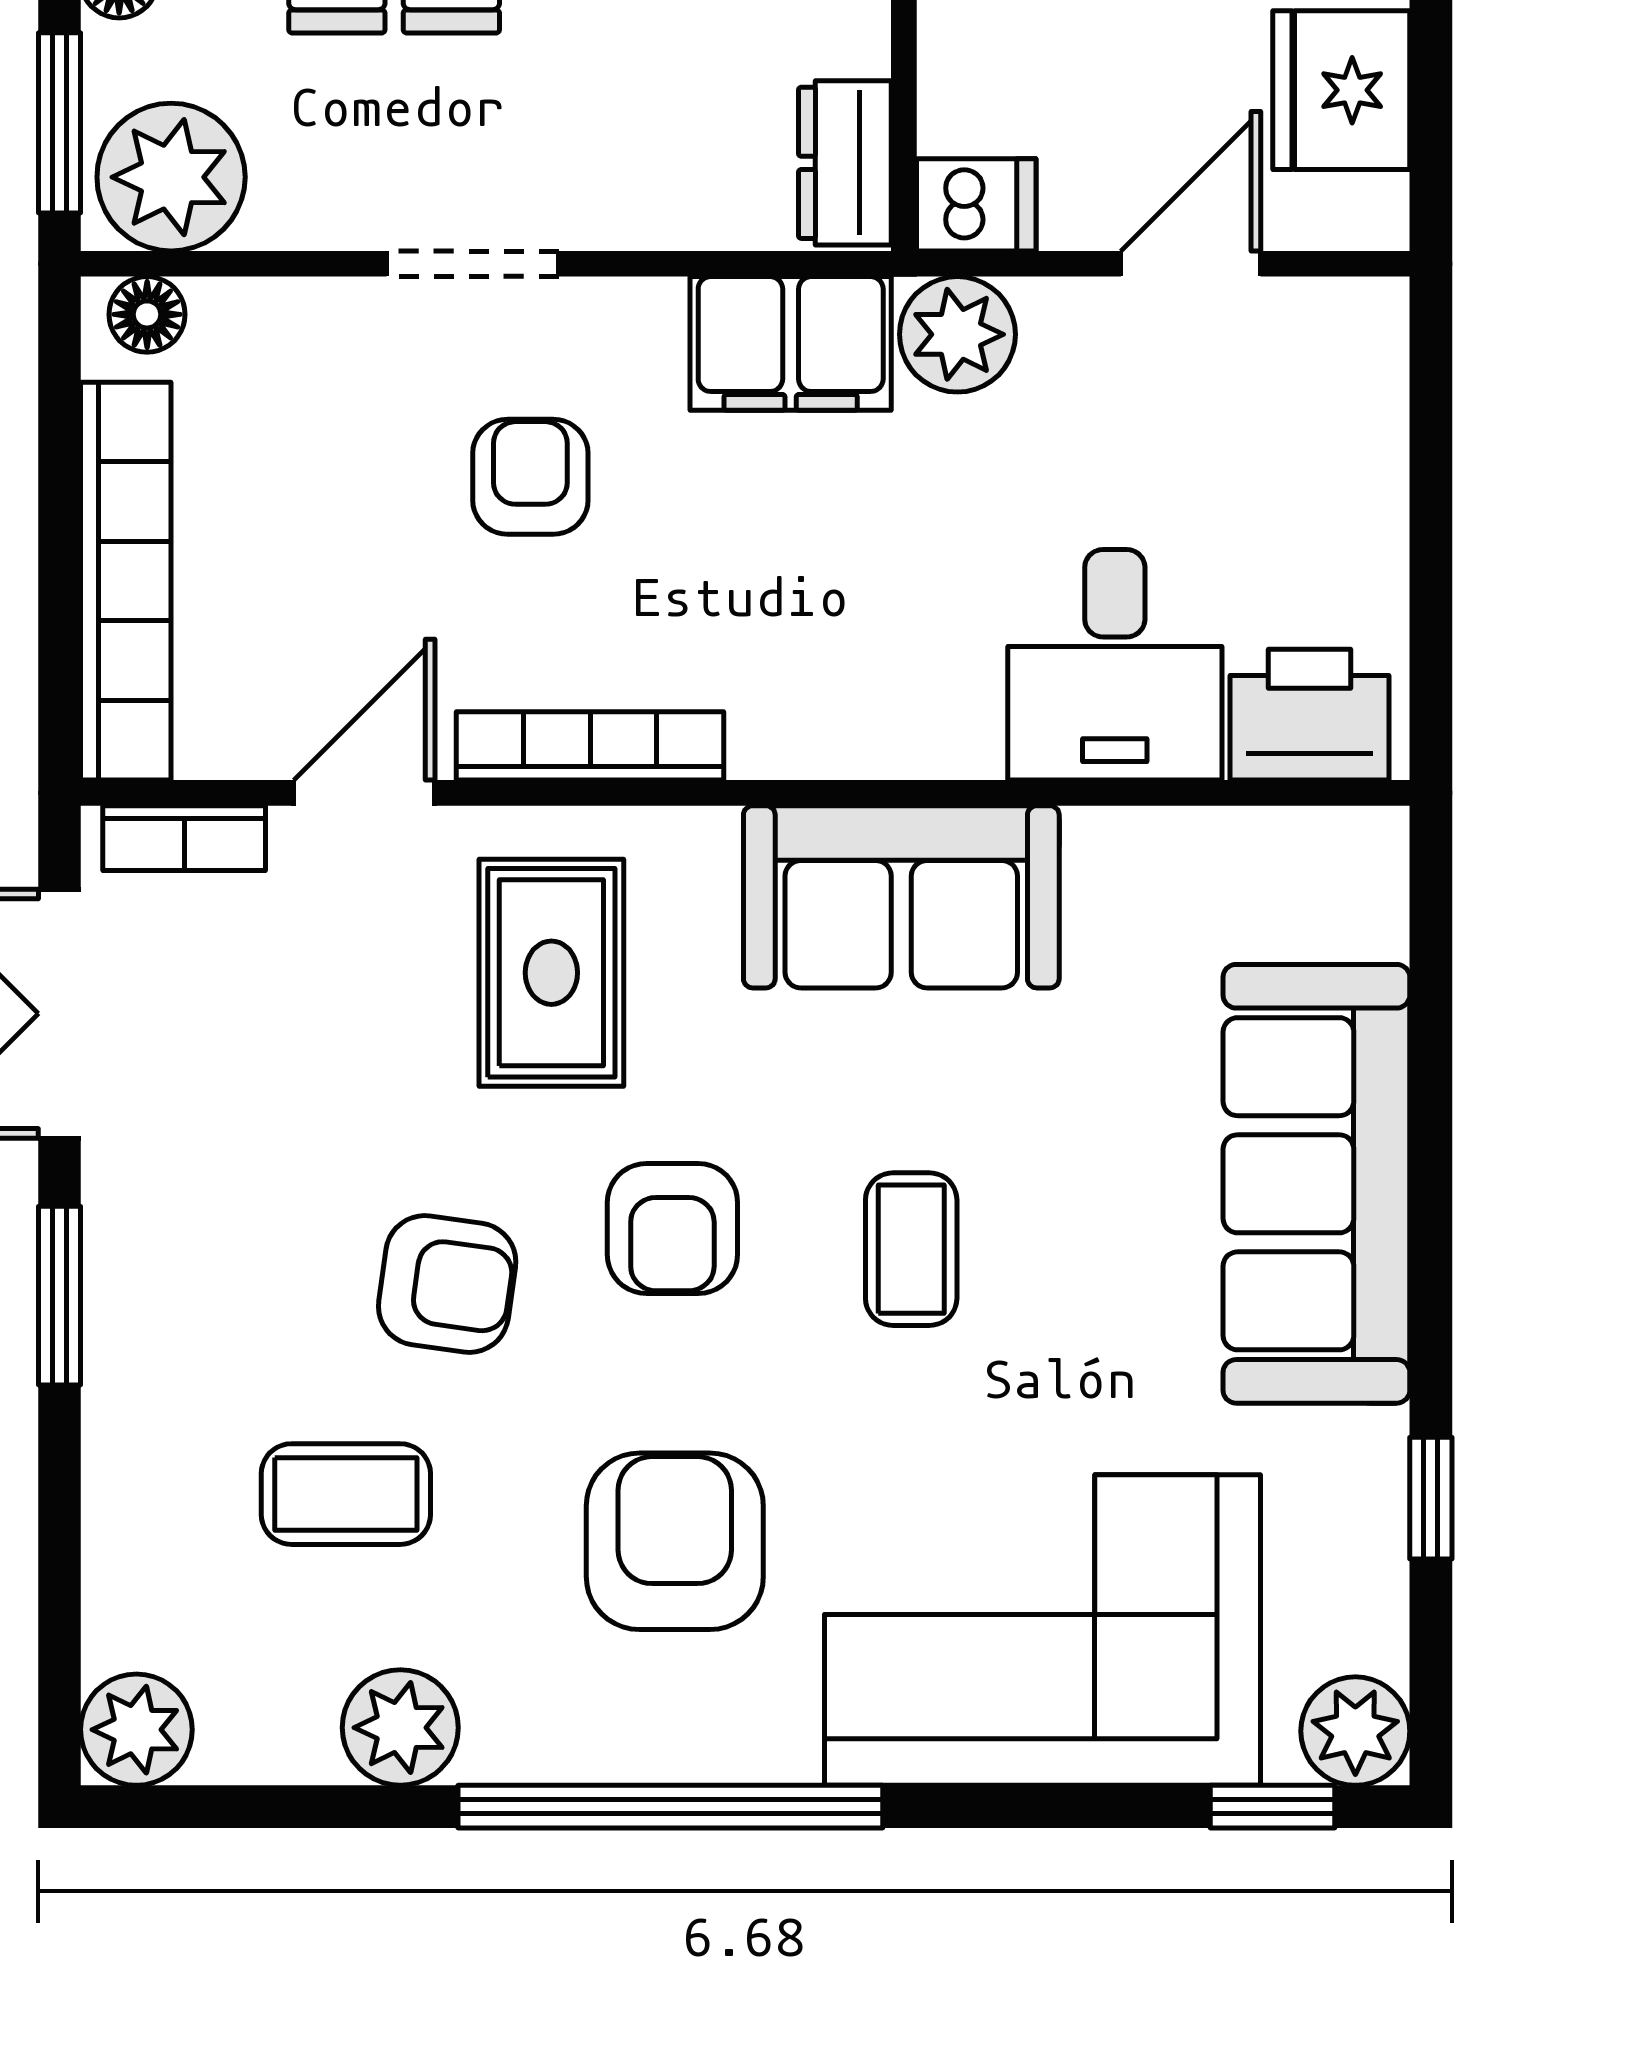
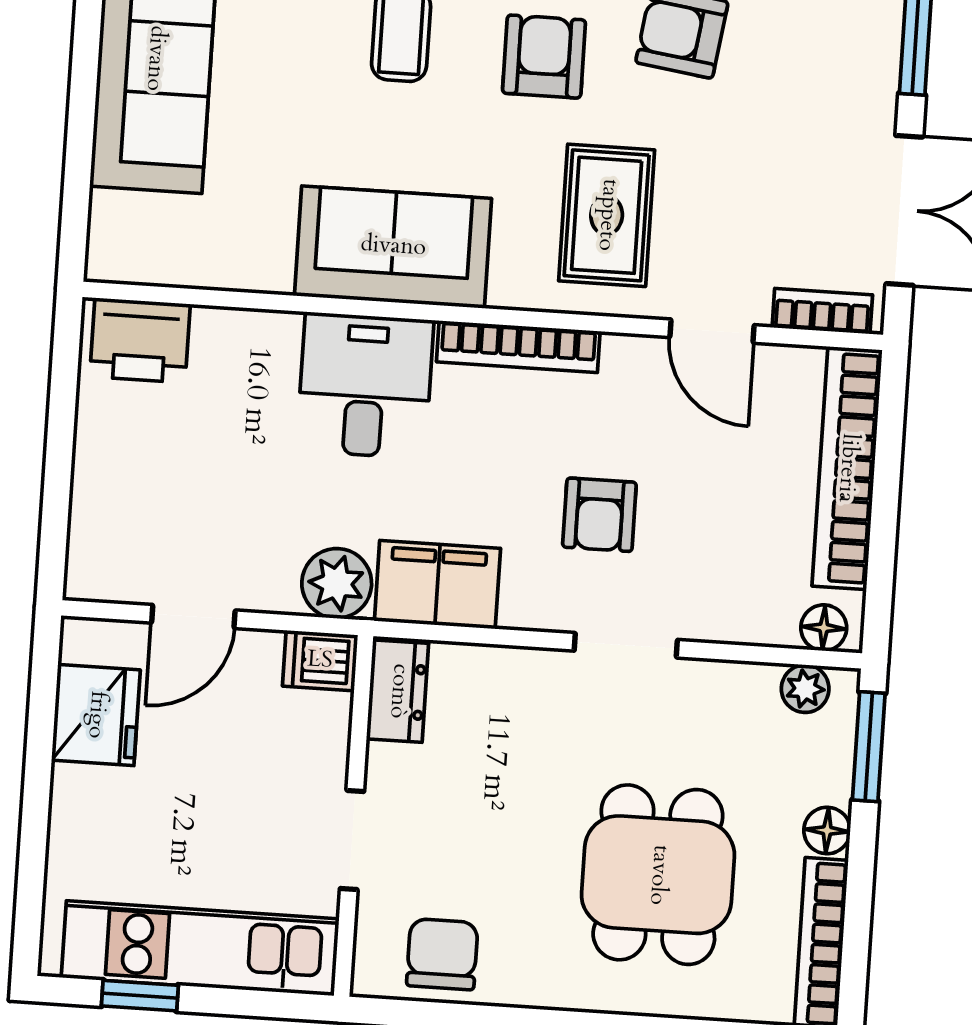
plant: (171, 177) -> (805, 689), width x0.53, depth x0.53
desk: (1115, 665) -> (365, 385), moved
bookcase: (590, 746) -> (518, 347), moved
door: (364, 793) -> (712, 331), hinge flipped

